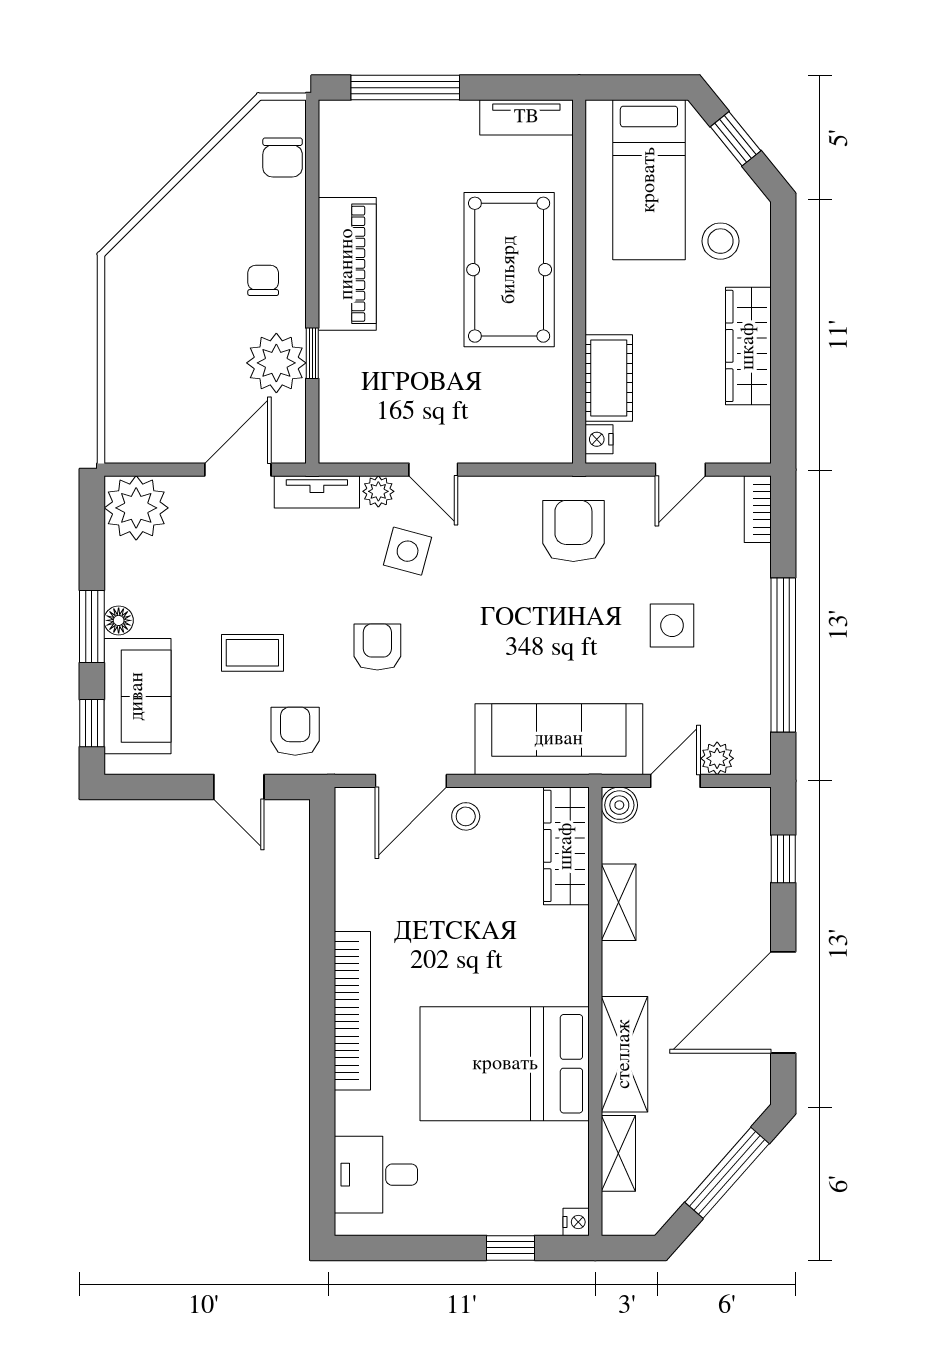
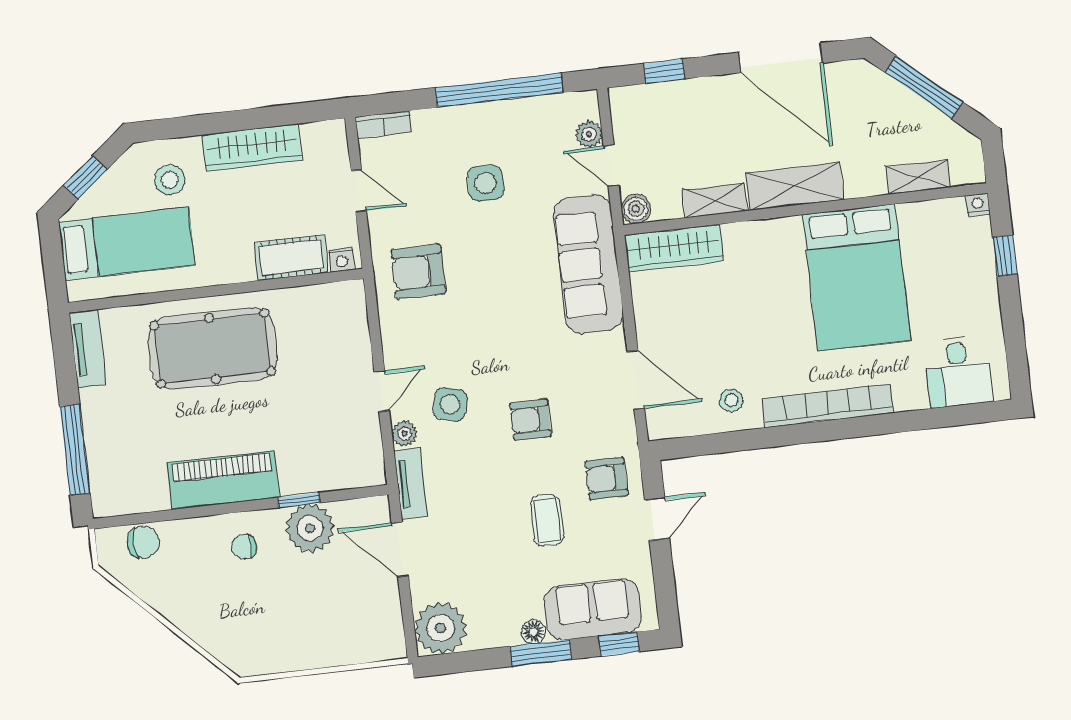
stool: (466, 816) -> (731, 400), moved
shelving: (624, 1054) -> (795, 186), moved

